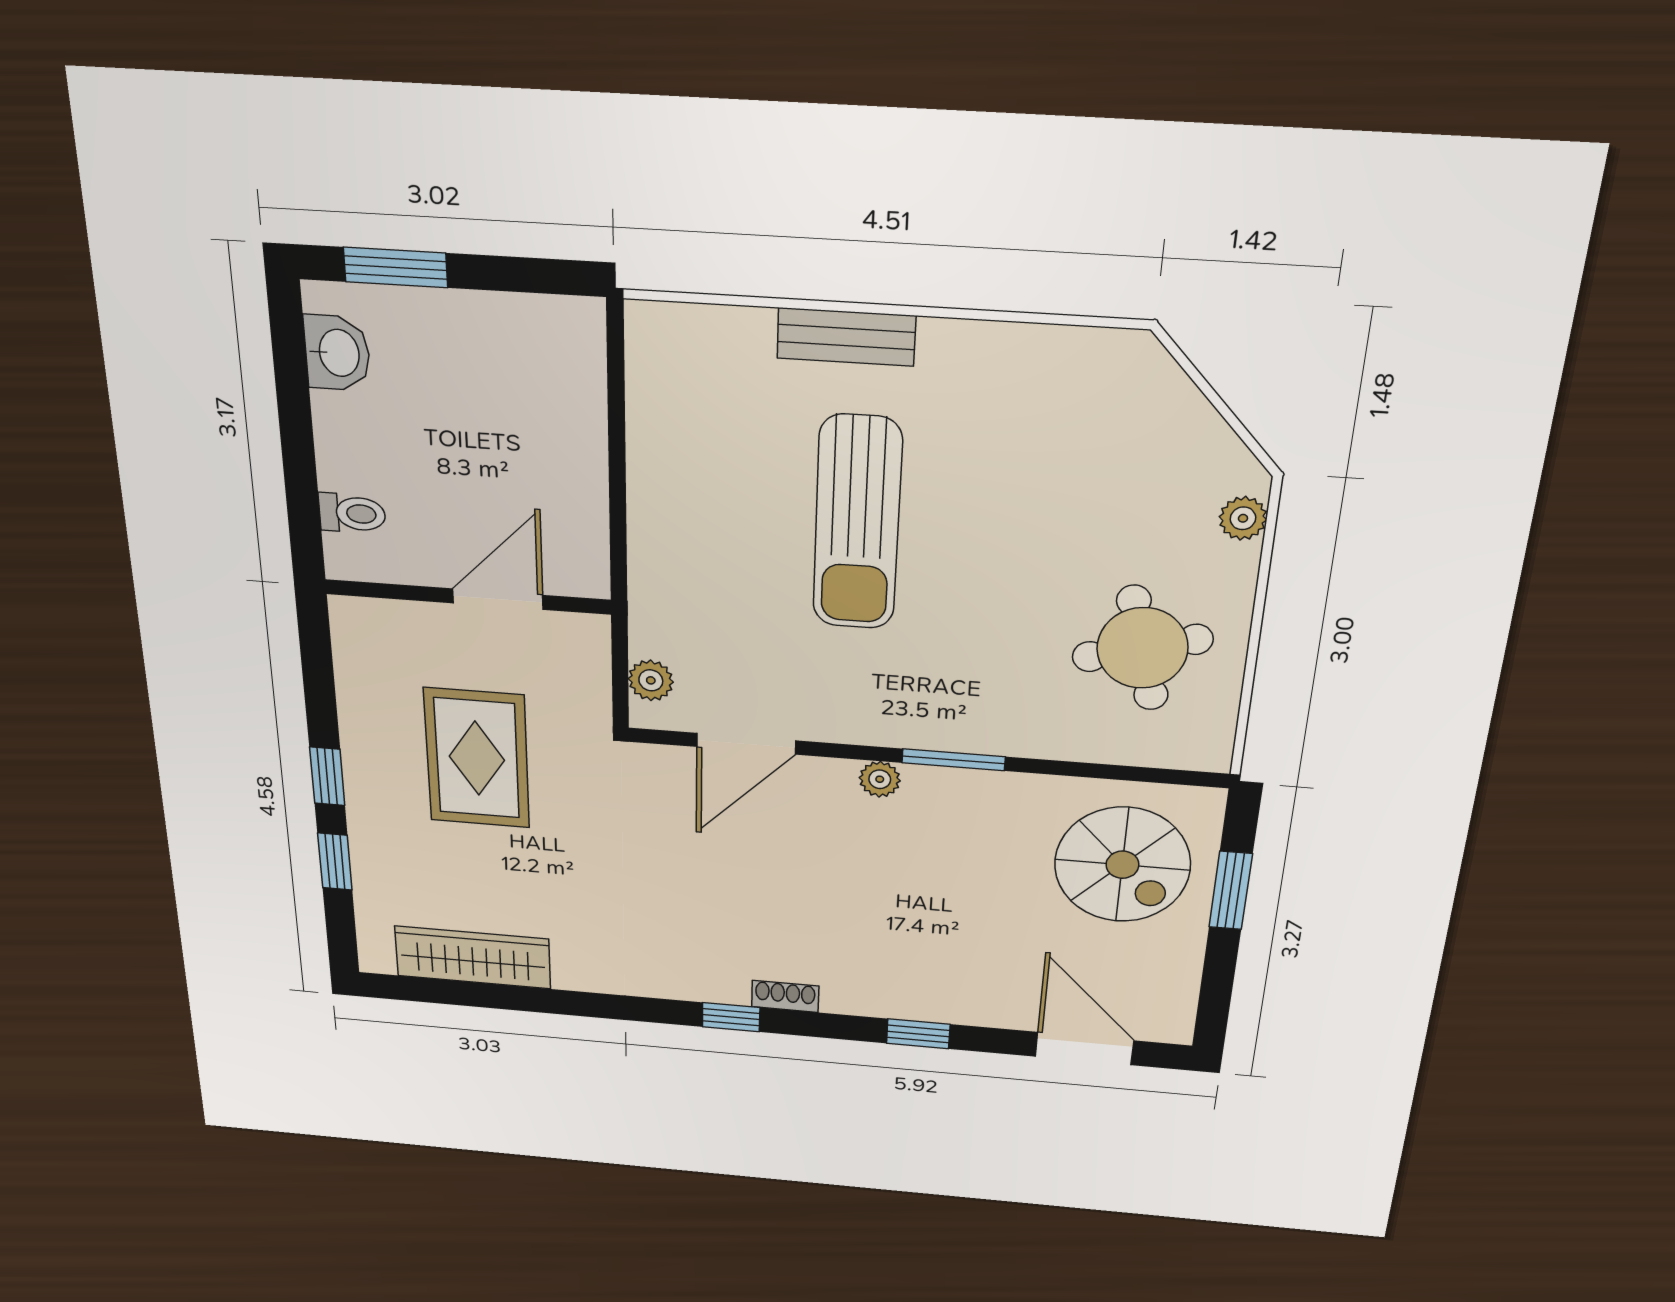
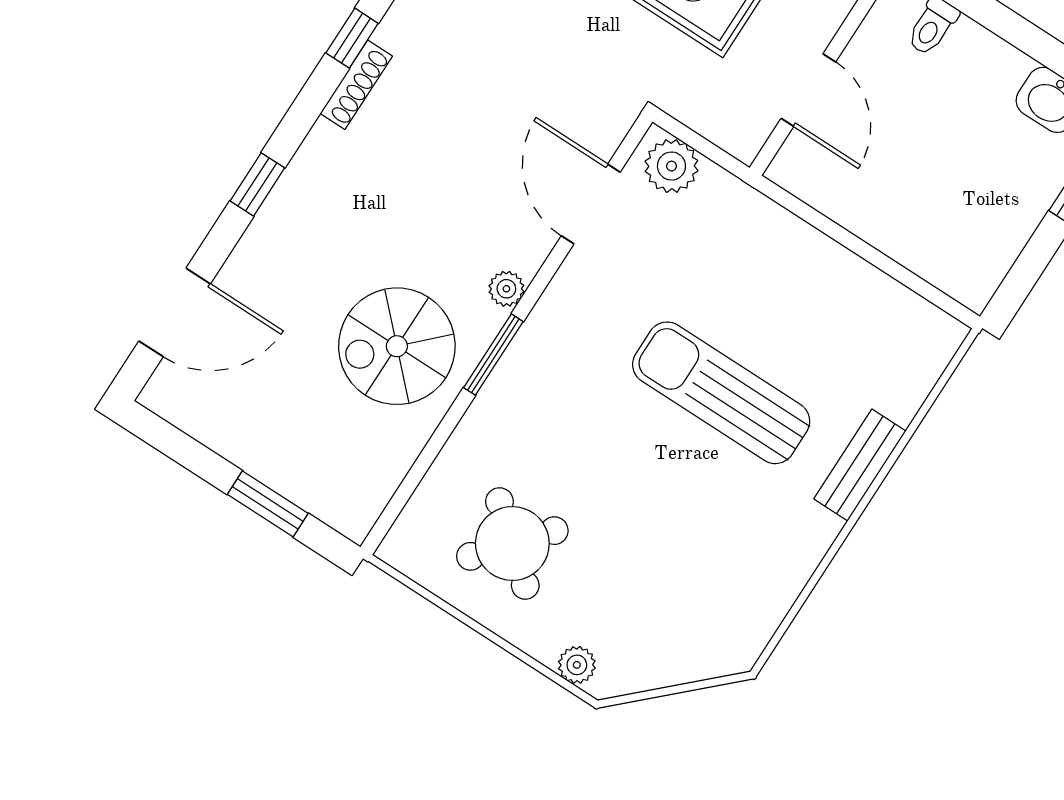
round table: (1142, 648) -> (512, 543), turned -35
plant: (651, 680) -> (671, 166), width x1.38, depth x1.38
spiral stairs: (1122, 865) -> (397, 346), moved
shoe rack: (785, 996) -> (356, 85), width x1.43

